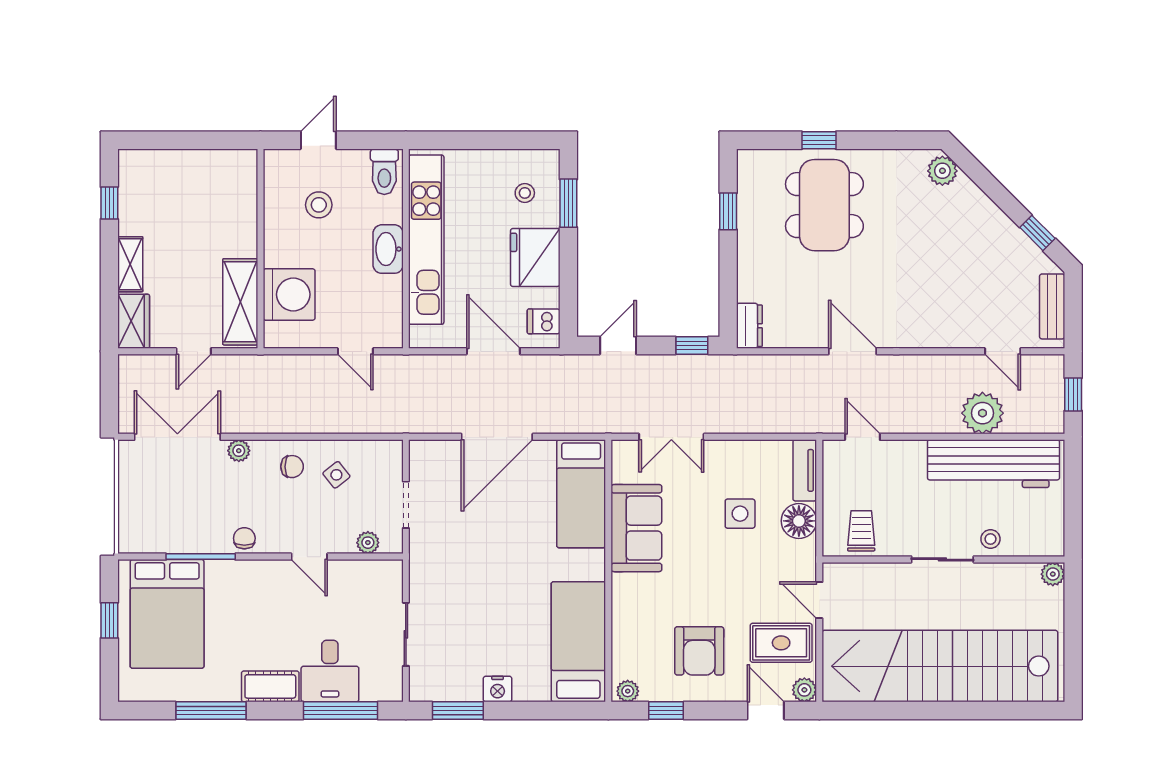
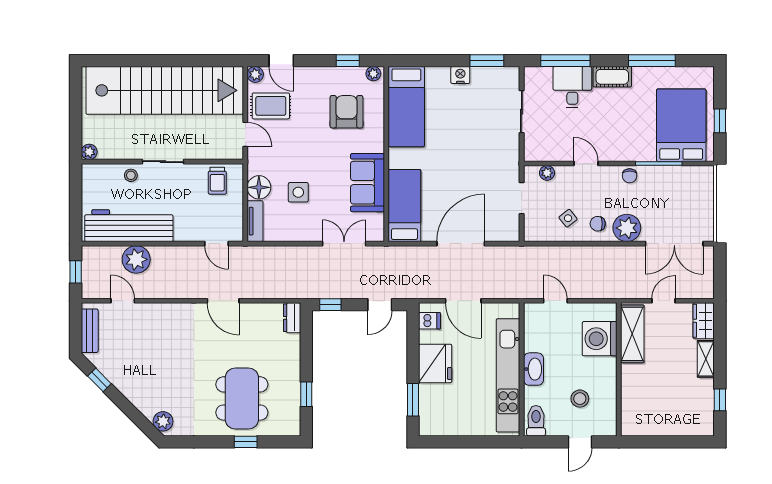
stool: (525, 193) -> (442, 407), removed
plant: (239, 451) -> (627, 228), width x1.88, depth x1.88
armchair: (699, 651) -> (346, 112), moved

